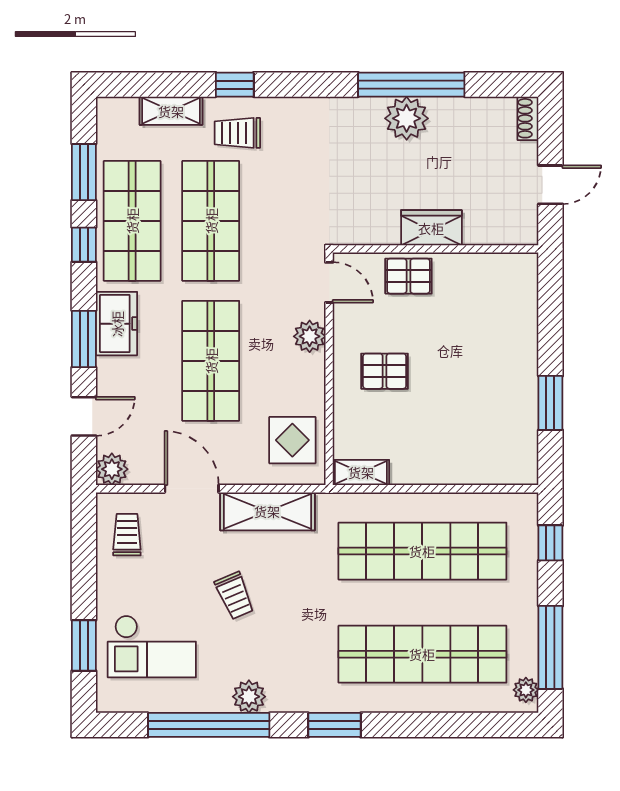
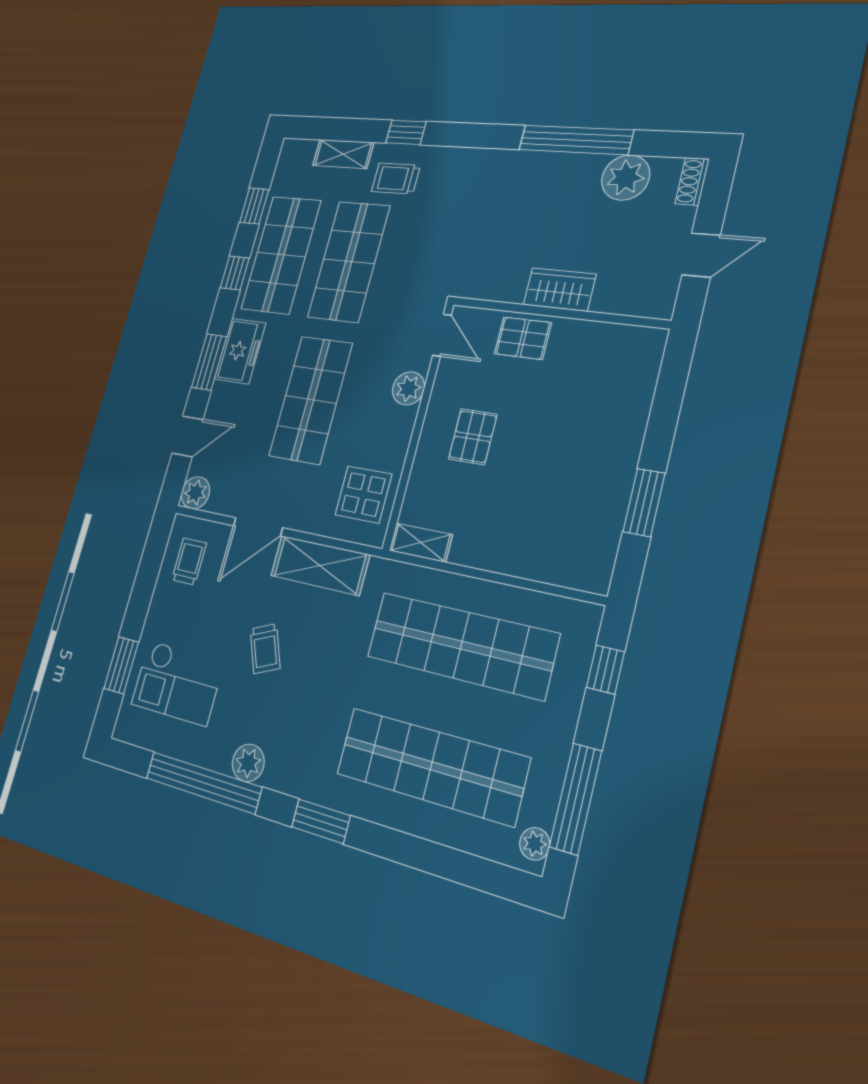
plant: (407, 118) -> (626, 178), moved
window: (84, 172) -> (254, 206), width x0.67
pallet: (385, 371) -> (473, 437), turned 90
door: (192, 489) -> (258, 527), swing flipped

